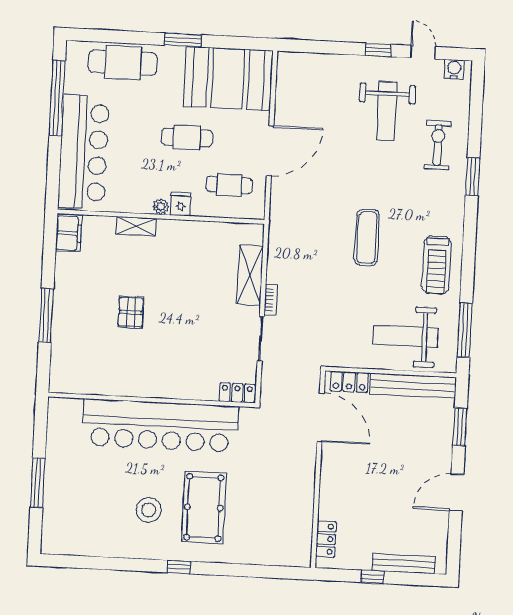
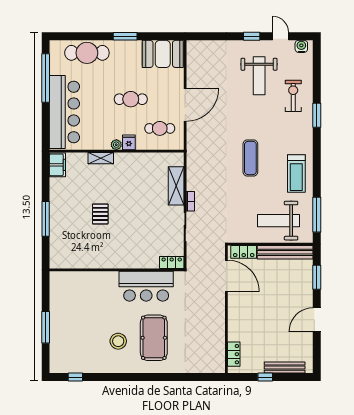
booth: (228, 78) -> (163, 54), width x0.73, depth x0.70
bar counter: (160, 426) -> (146, 286), width x0.54
window: (179, 567) -> (75, 377), moved

